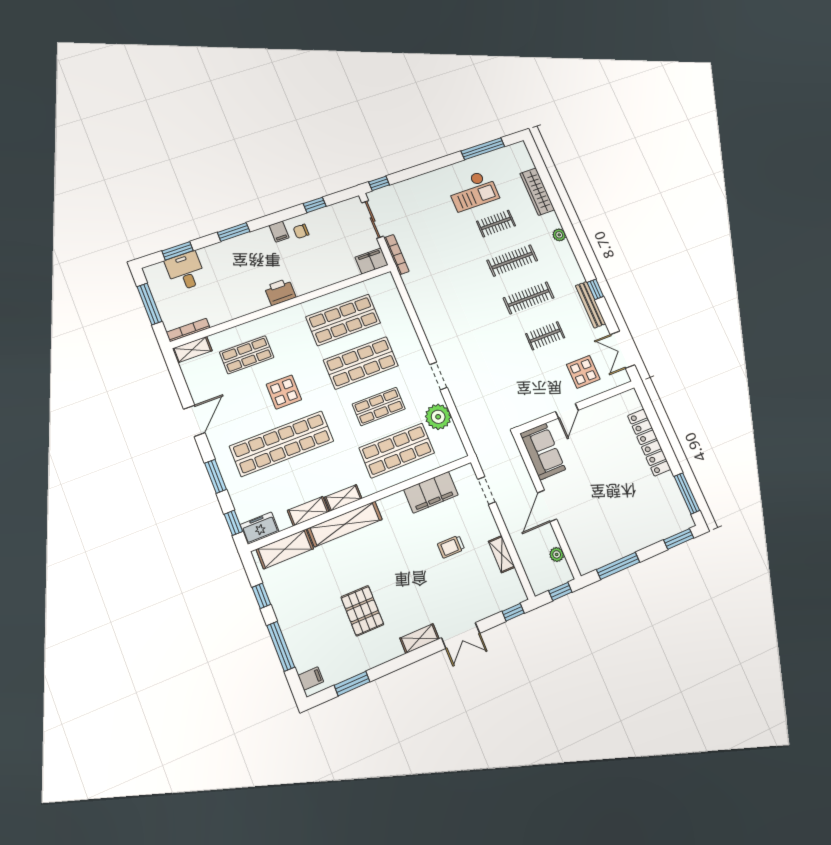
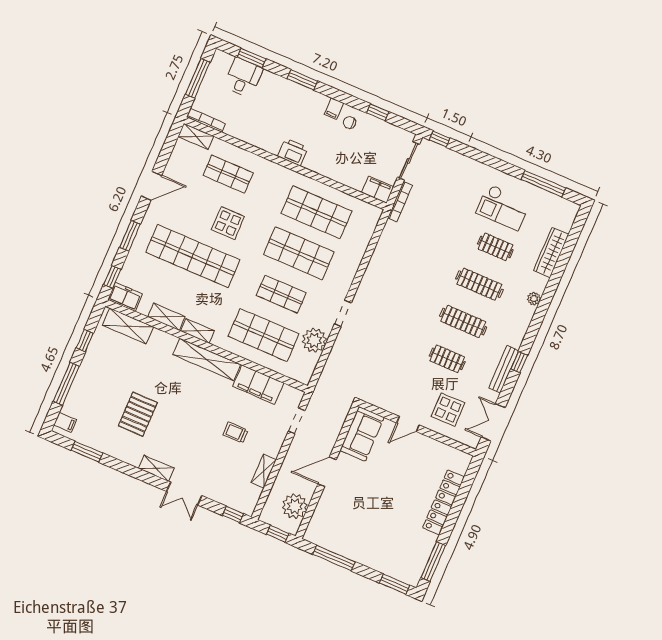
shelving: (345, 524) -> (207, 359), moved
plant: (557, 554) -> (295, 506), width x1.87, depth x1.87

